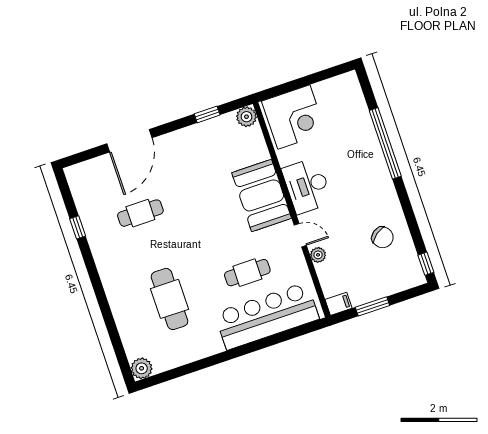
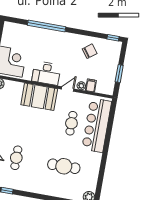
filing cabinet: (339, 304) -> (91, 85), moved

